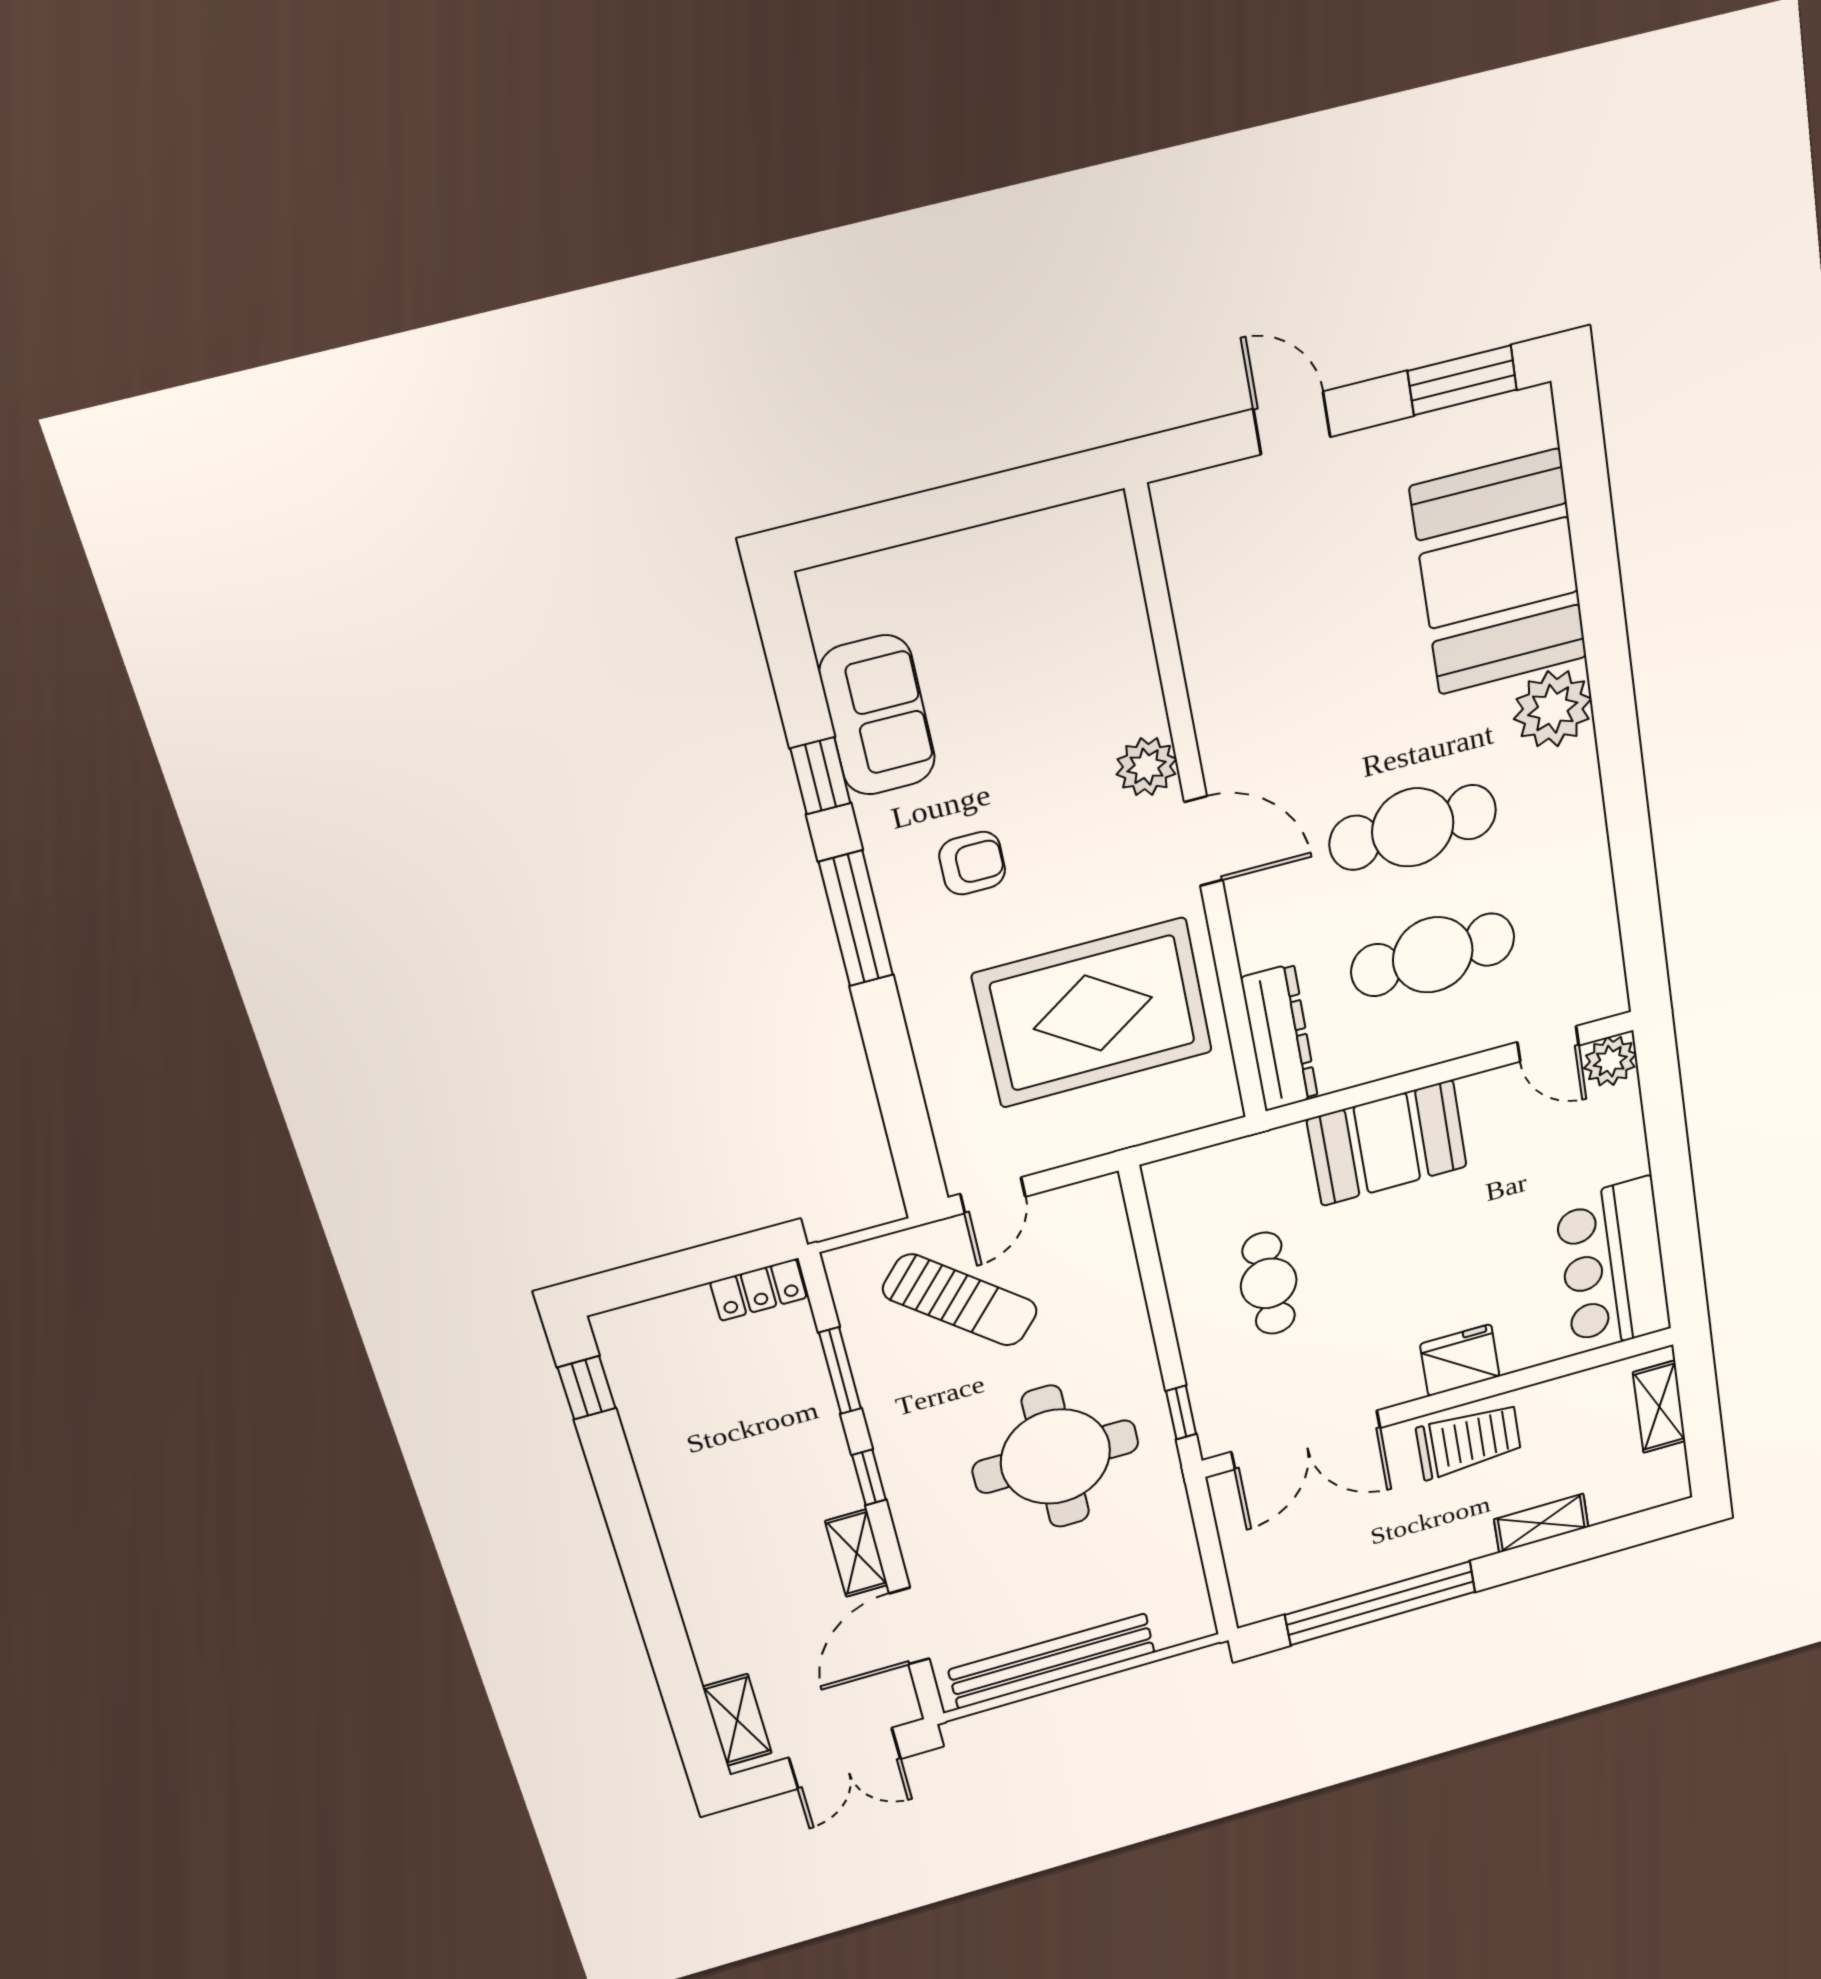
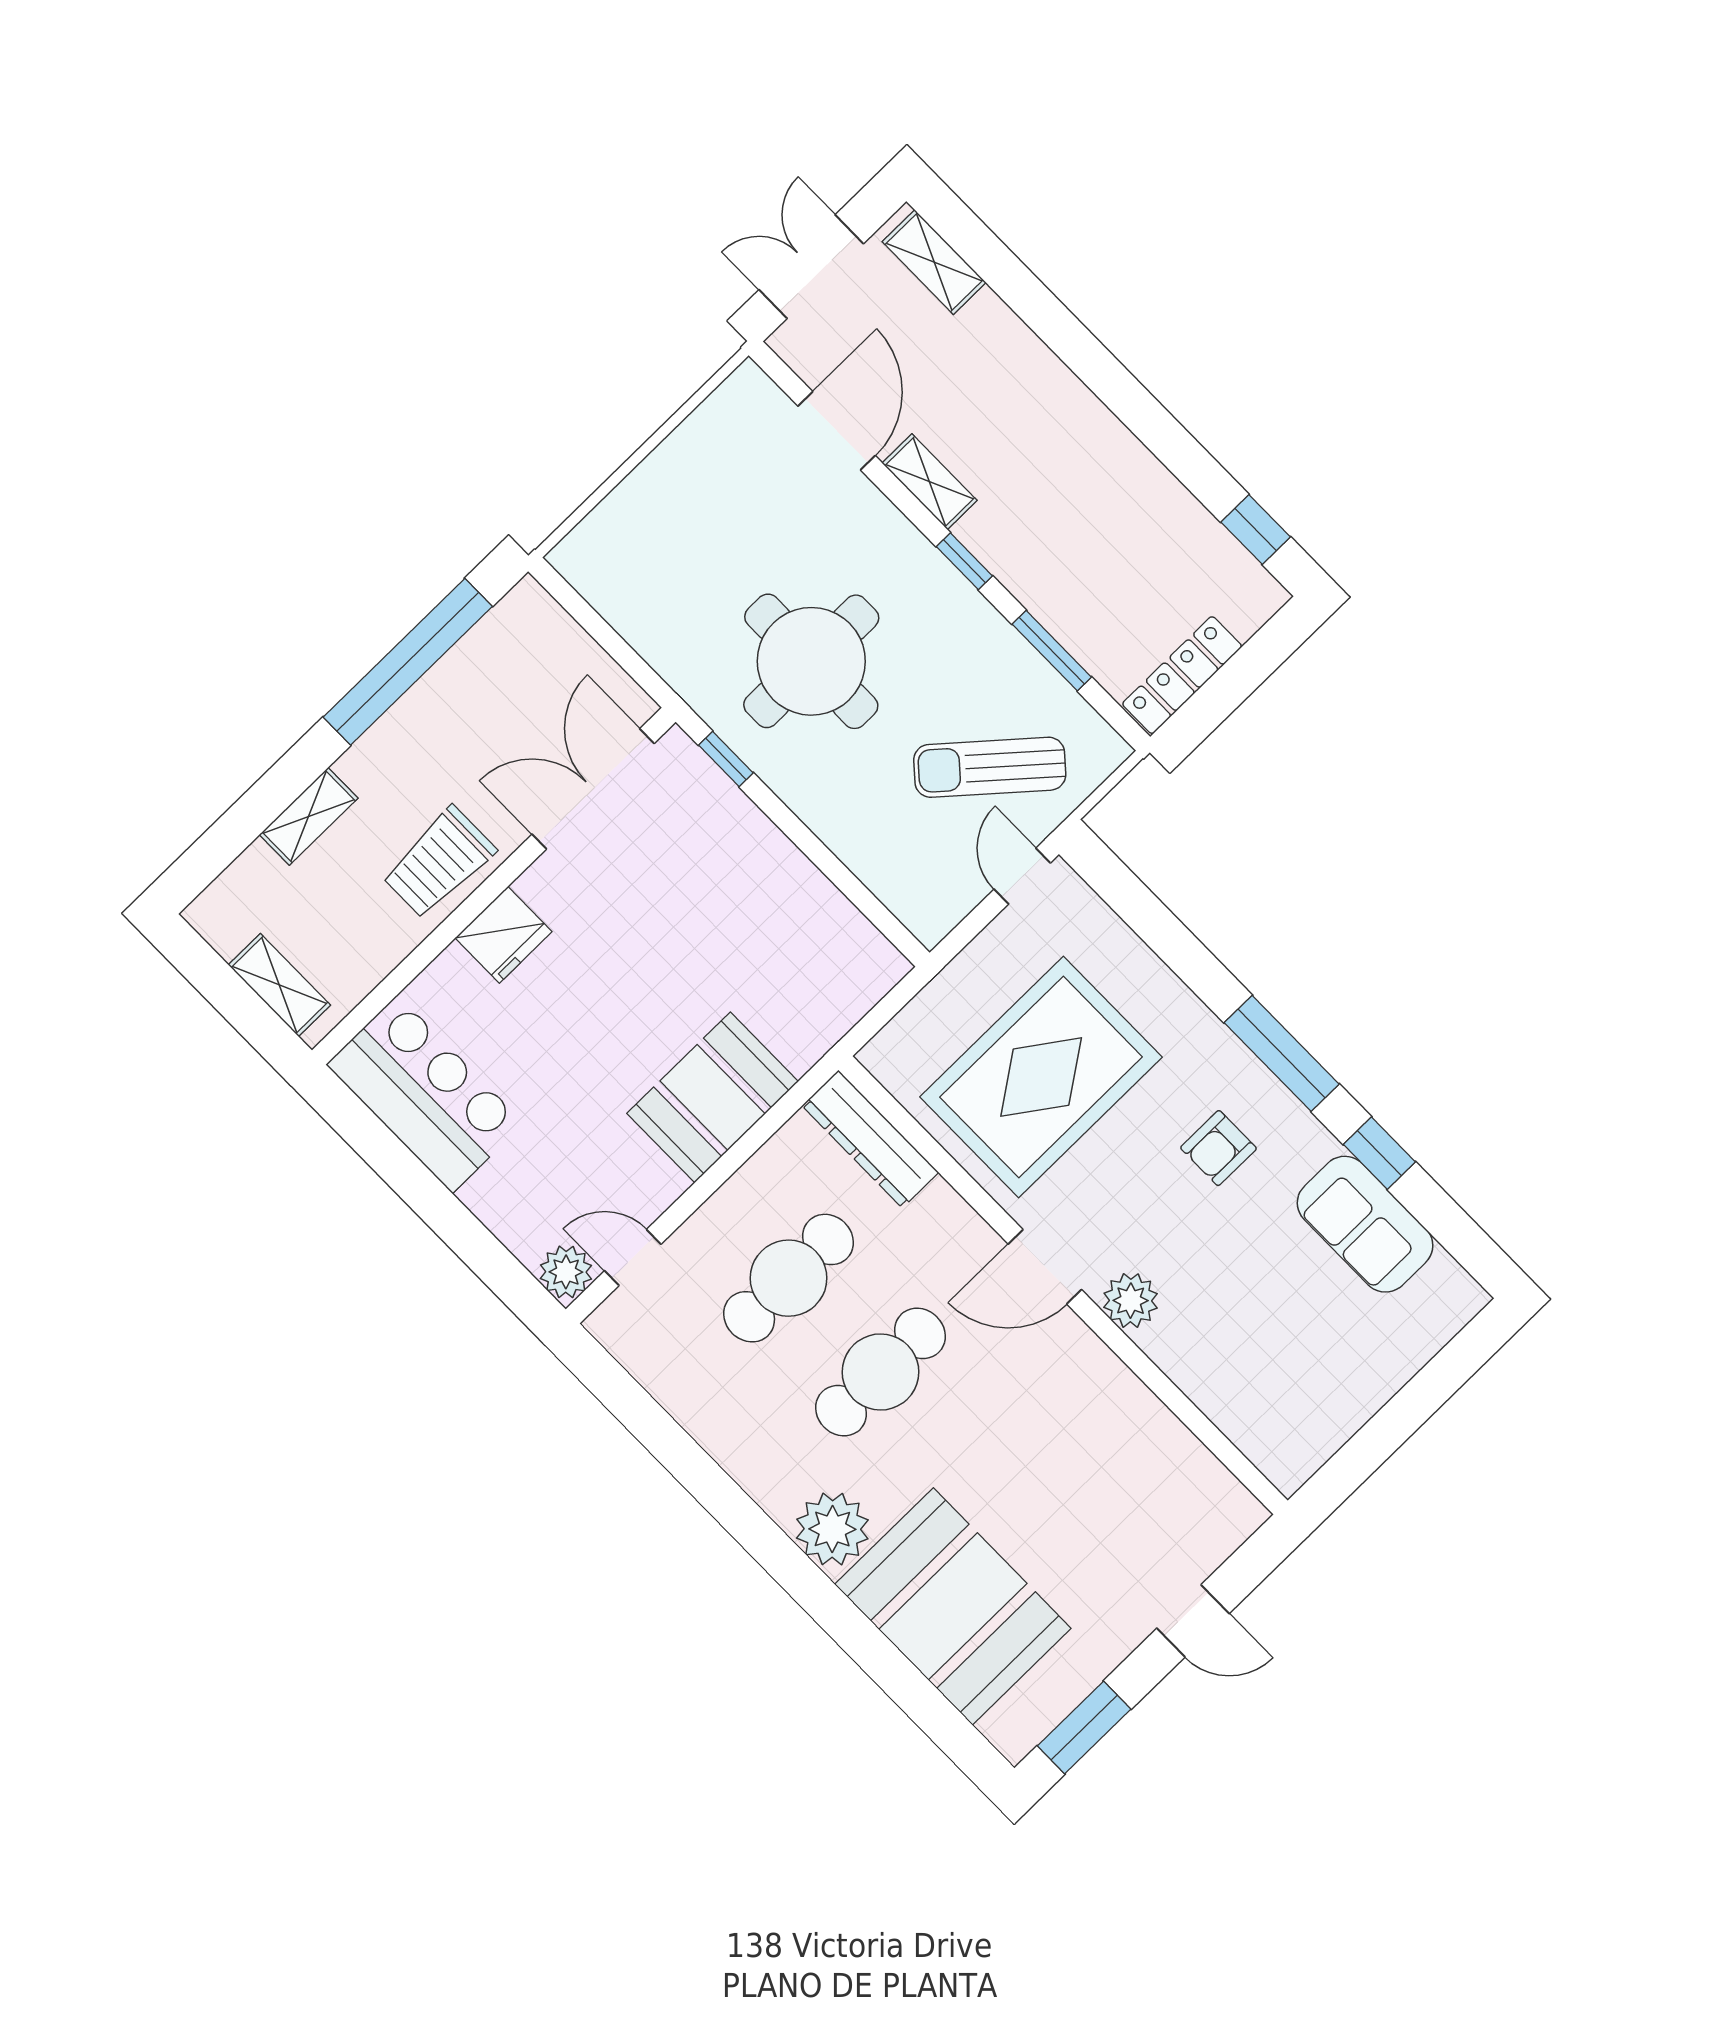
cafe table: (1269, 1283) -> (729, 918), removed
locker: (758, 1290) -> (1182, 675), width x1.53
bench: (1052, 1661) -> (682, 456), removed

